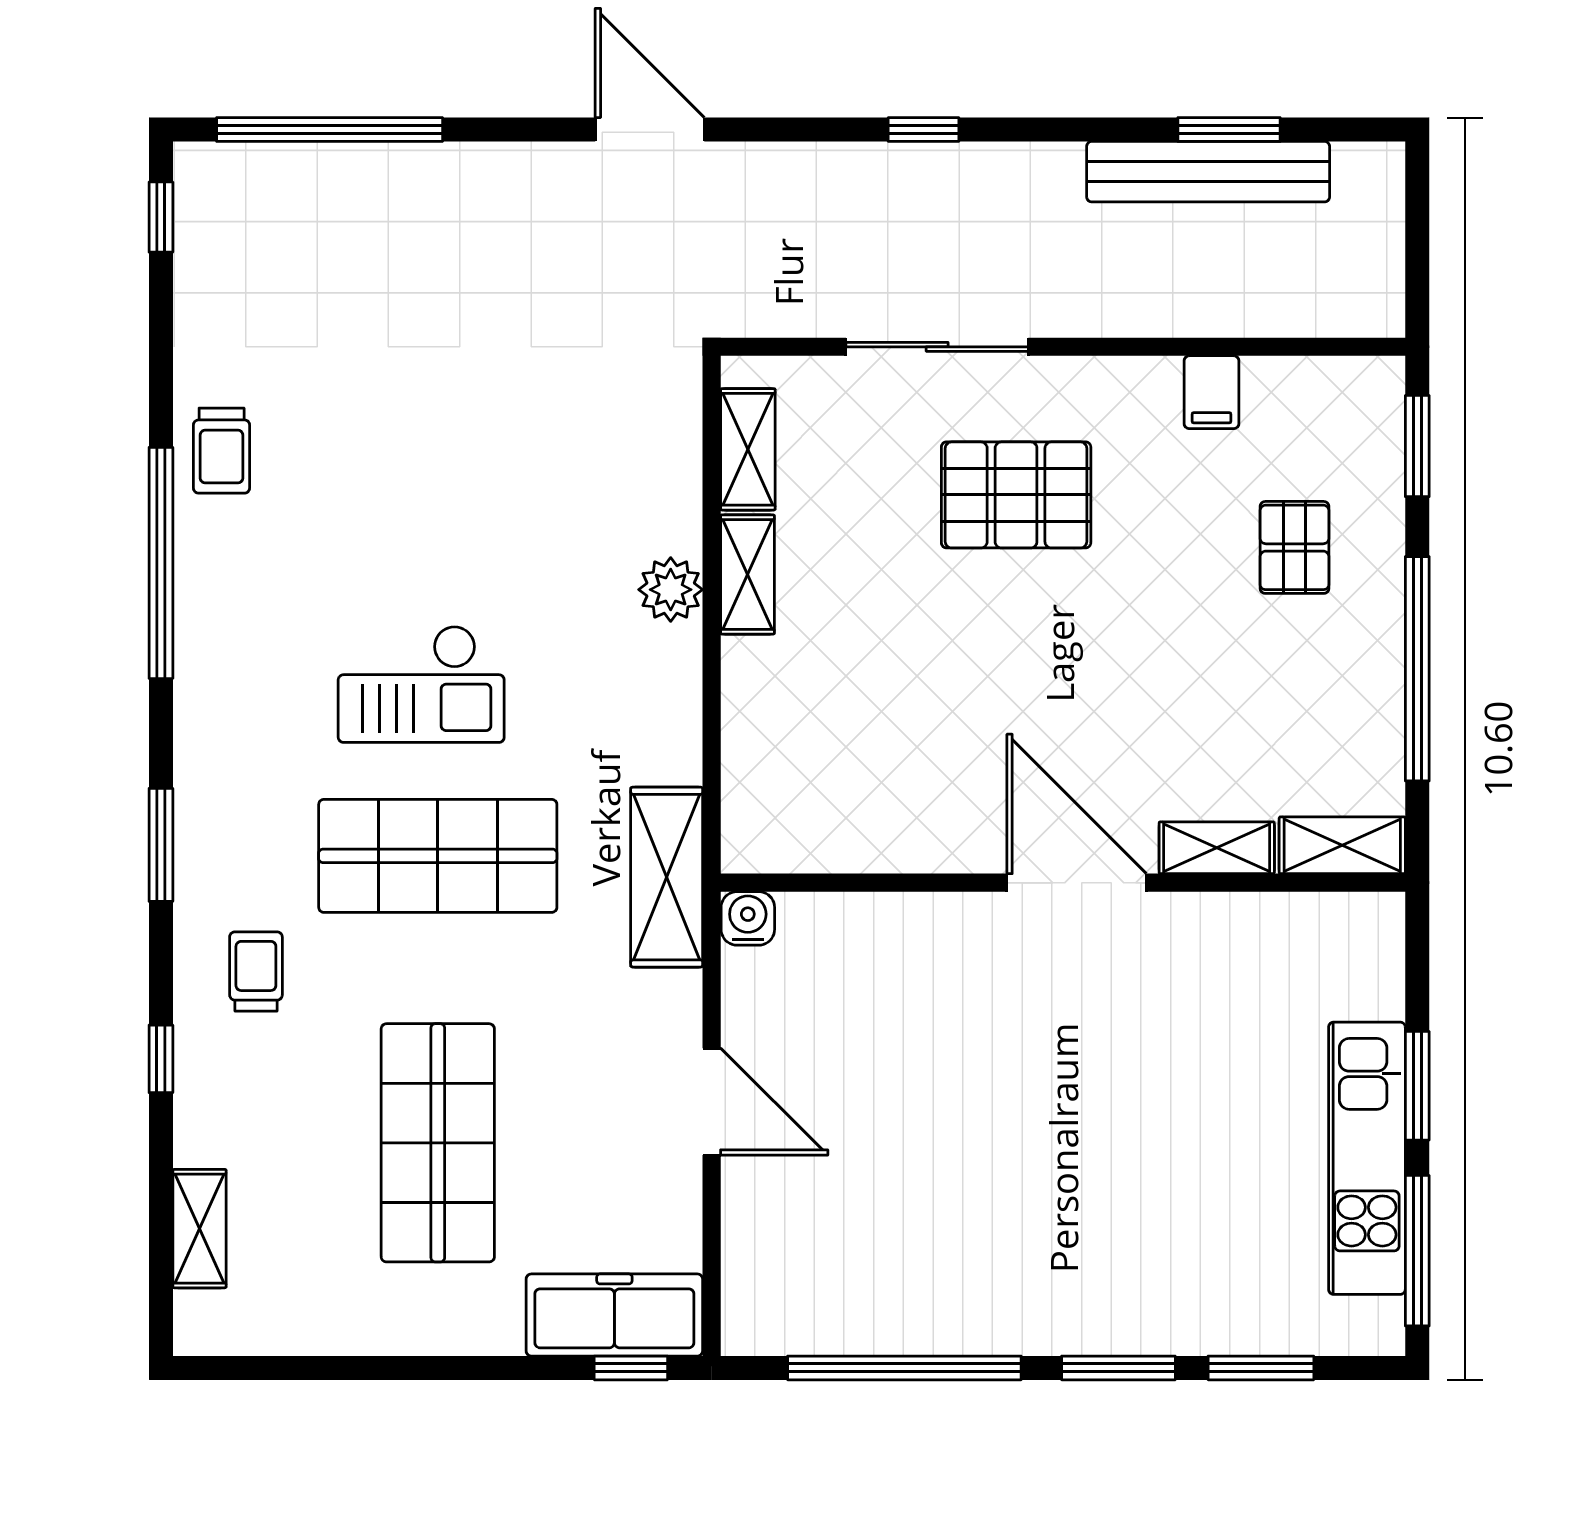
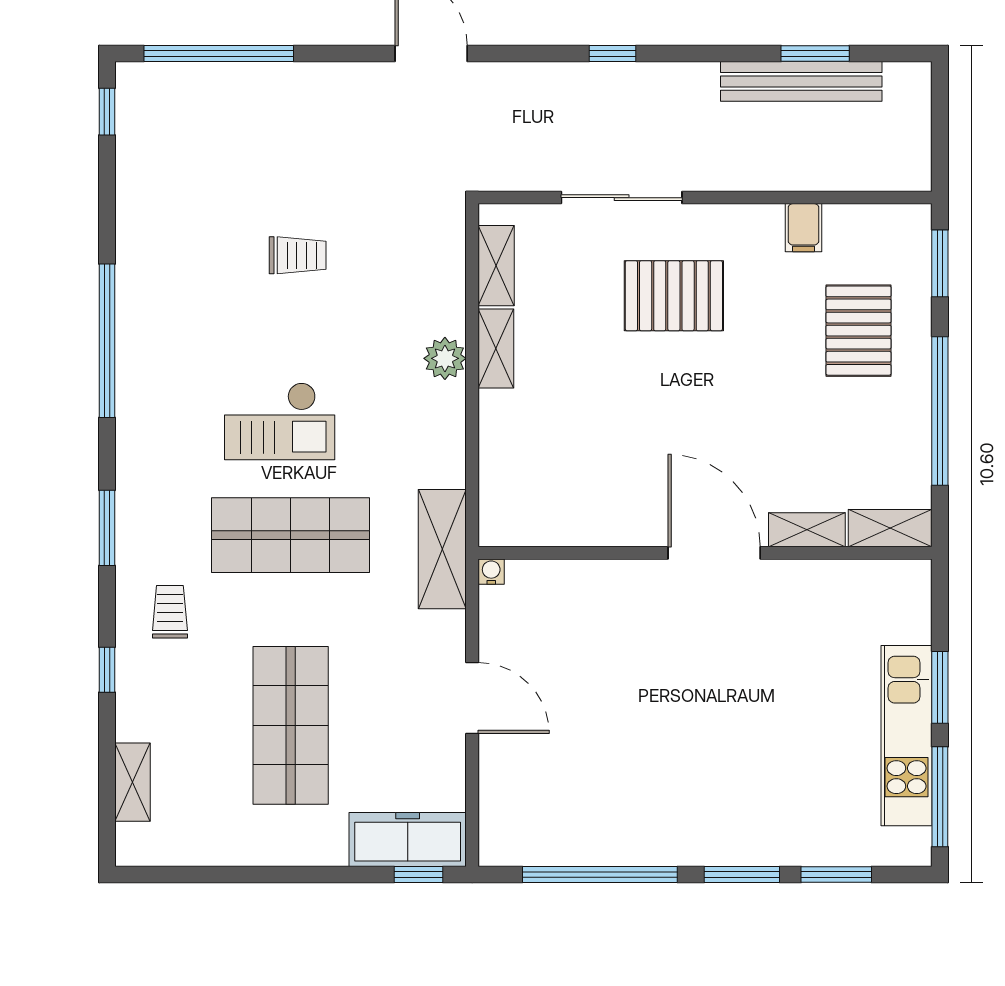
trolley: (222, 451) -> (298, 255), moved, turned -90
pallet: (1294, 547) -> (859, 331), width x1.50, depth x1.42
water cooler: (748, 918) -> (491, 572), width x0.72, depth x0.72

